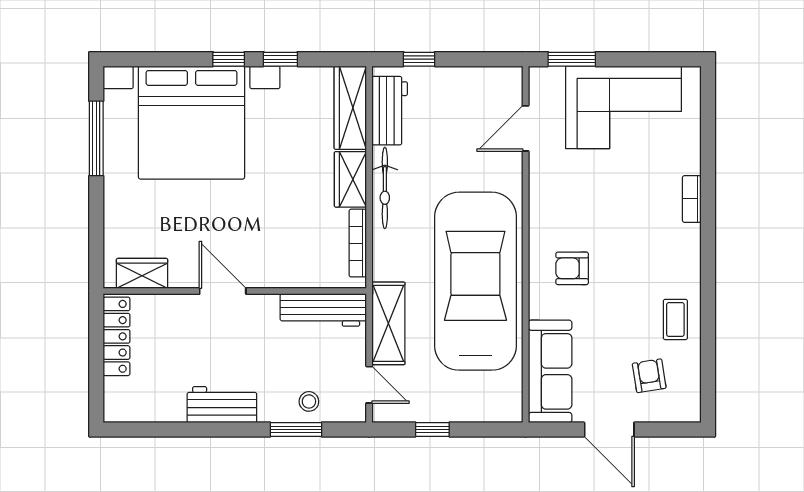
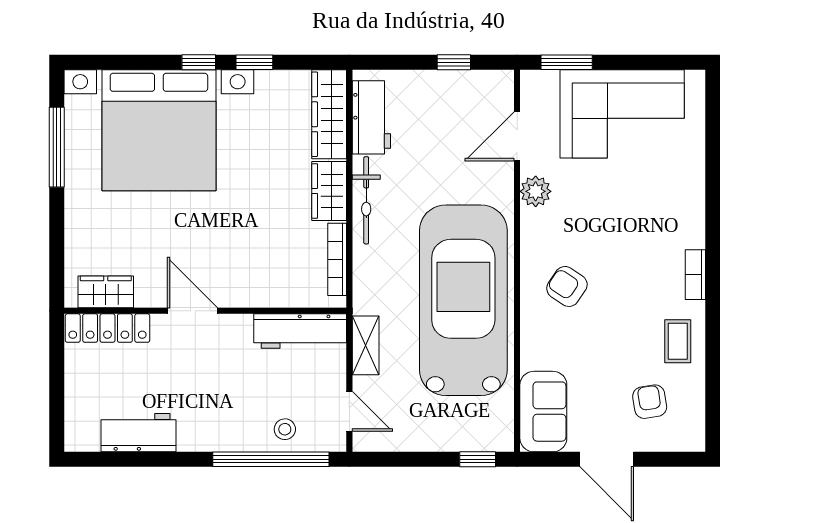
window: (419, 59) -> (454, 62), moved
plant: (543, 180) -> (536, 191), added
bookcase: (692, 199) -> (695, 275), moved
armchair: (572, 268) -> (567, 286), turned 34
shelving: (388, 323) -> (366, 345), width x0.67, depth x0.75
locker: (117, 336) -> (108, 328), moved, turned 90
sofa: (550, 371) -> (543, 412), width x0.73
workbench: (222, 405) -> (139, 433), moved
window: (296, 430) -> (271, 459), width x2.11
window: (432, 430) -> (478, 459), moved

